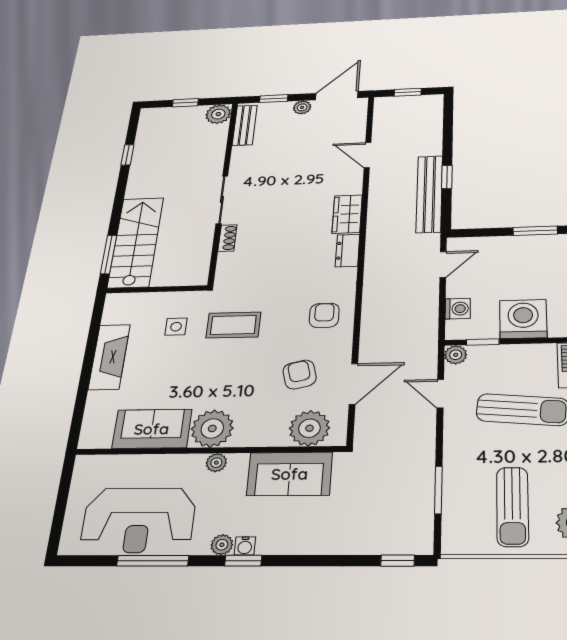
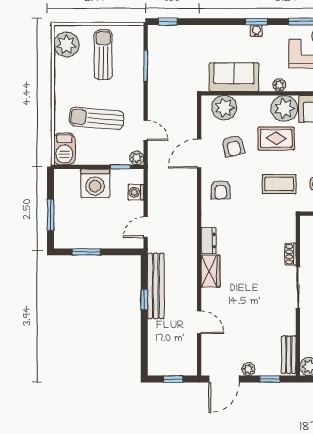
door: (353, 384) -> (199, 154), moved
rug: (231, 386) -> (276, 138), added
plant: (222, 545) -> (270, 32), removed

